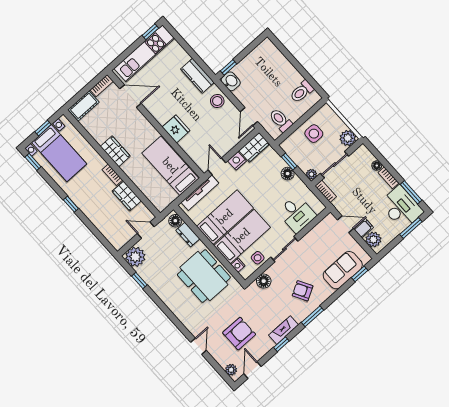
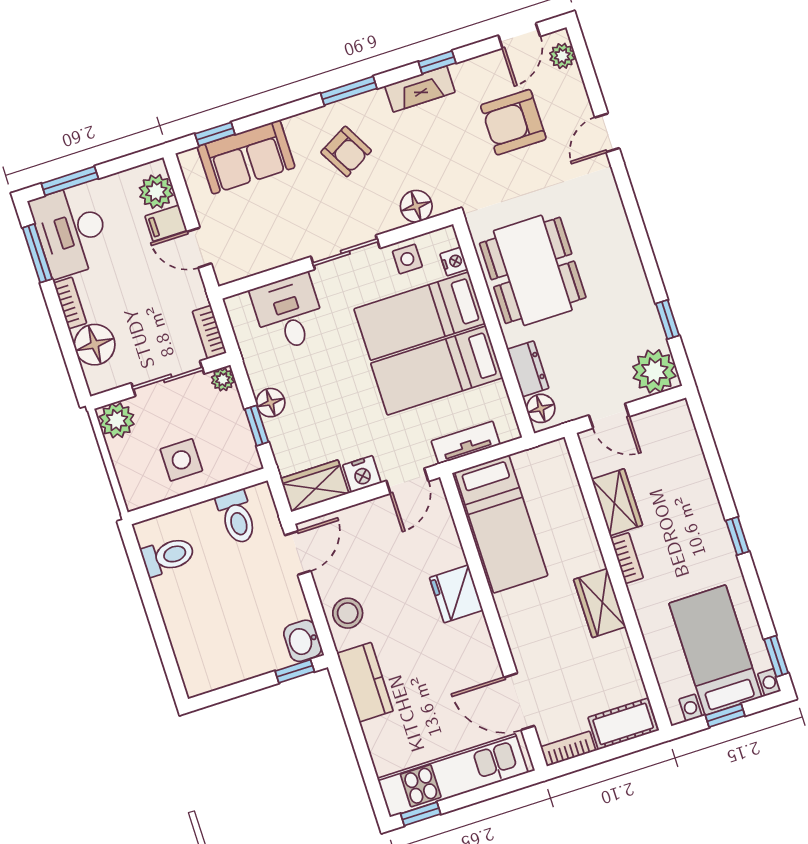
floor lamp: (377, 166) -> (95, 345), width x1.89, depth x1.89
tv unit: (200, 193) -> (466, 443), width x0.71

